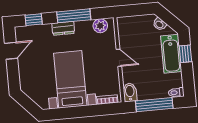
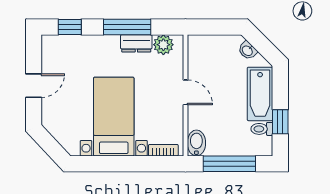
dresser: (63, 28) -> (136, 43), moved
door: (11, 51) -> (34, 86), moved
window: (185, 54) -> (280, 122), moved
toilet: (176, 93) -> (262, 129), moved

